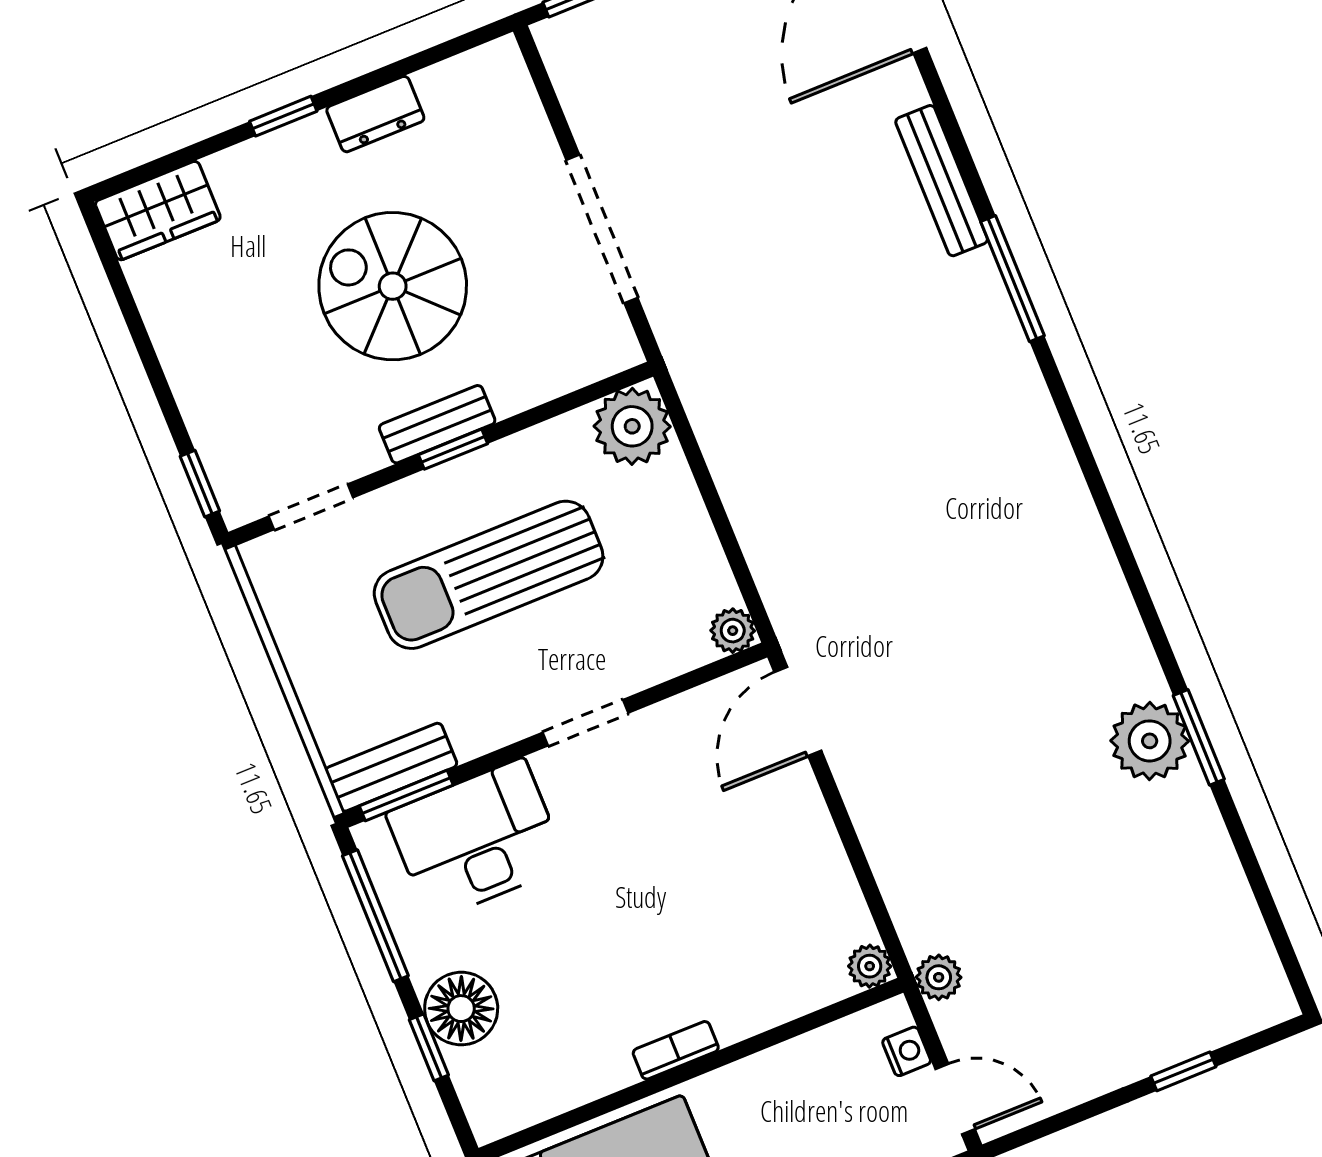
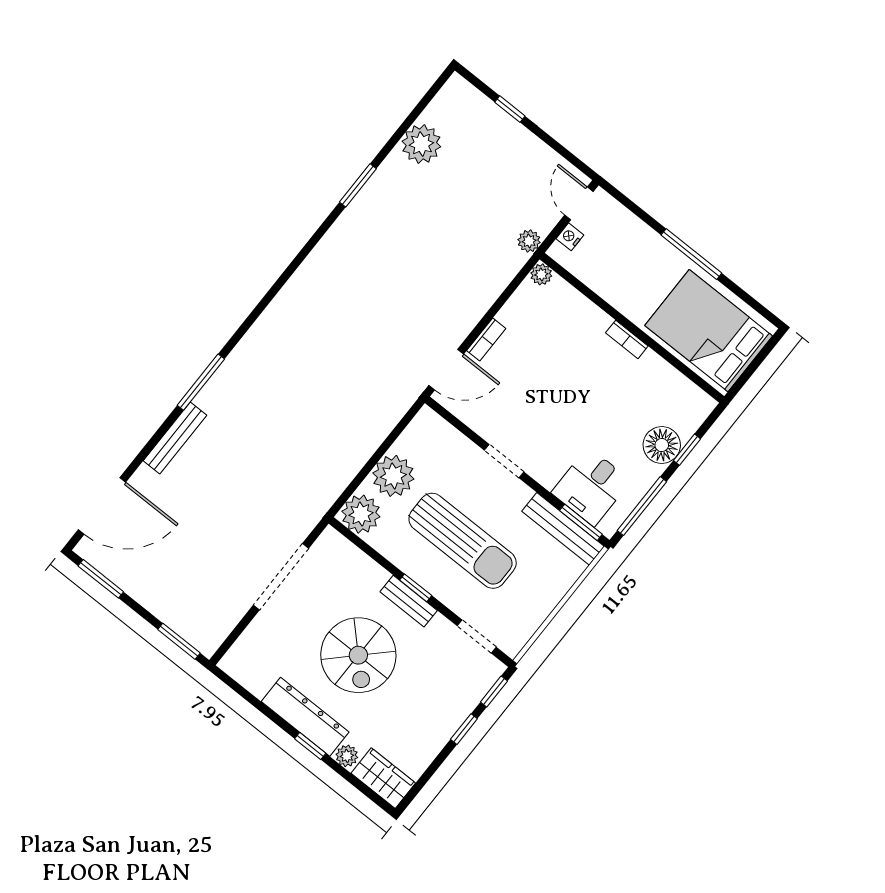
dresser: (375, 114) -> (305, 717), width x1.96, depth x1.24
plant: (231, 169) -> (347, 756), added
window: (164, 396) -> (464, 729), added
plant: (733, 631) -> (393, 476), moved, width x1.87, depth x1.87
plant: (1150, 741) -> (421, 144), moved
bench: (391, 767) -> (563, 529), width x1.36
bookcase: (811, 809) -> (486, 340), added
desk: (477, 840) -> (591, 487), width x0.73

